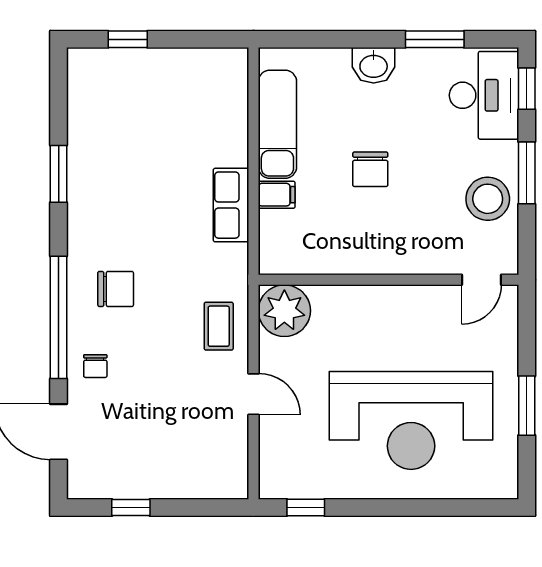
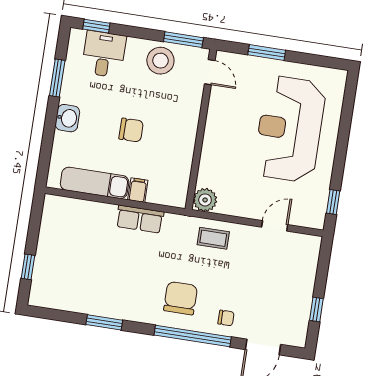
desk: (484, 95) -> (104, 54), width x0.73
window: (527, 173) -> (183, 40), moved
chair: (116, 289) -> (181, 298), width x1.37, depth x1.37
plant: (284, 311) -> (205, 200), width x0.73, depth x0.73
door: (254, 394) -> (275, 226), moved
window: (527, 406) -> (267, 52), moved
reception desk: (411, 420) -> (290, 129), turned 180

